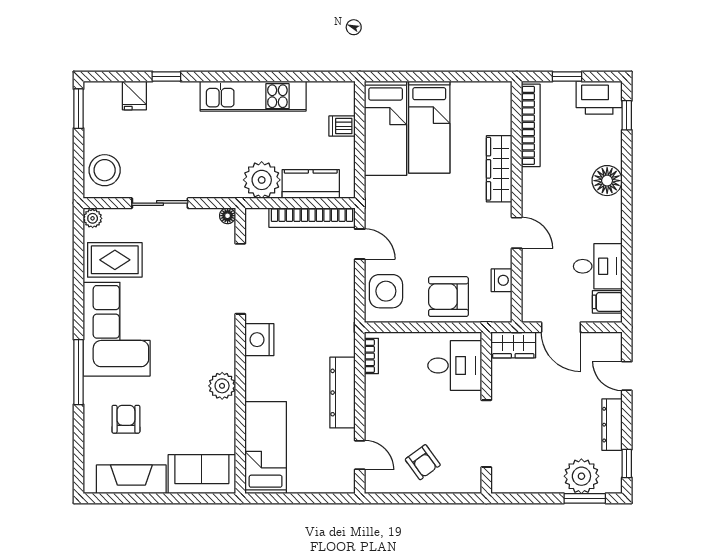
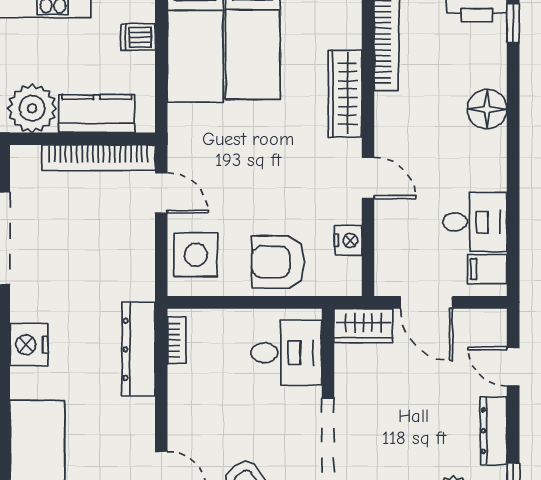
nightstand: (259, 340) -> (29, 345), moved
dresser: (342, 393) -> (138, 349), moved

